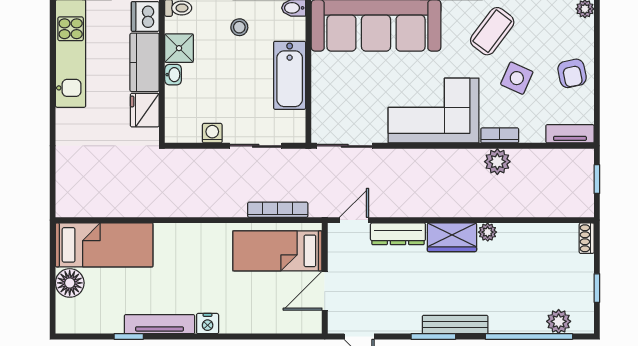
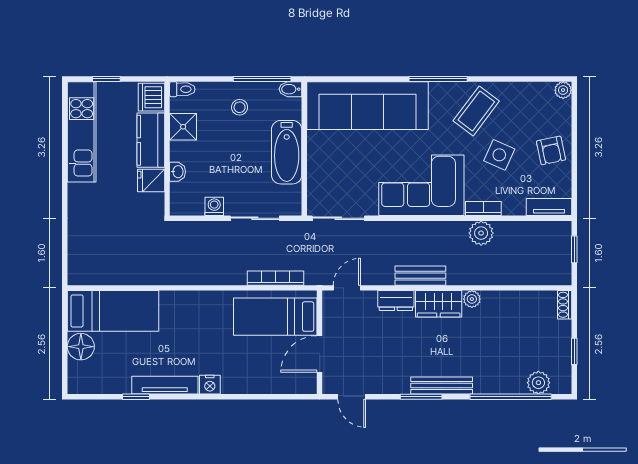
washbasin: (173, 75) -> (178, 172), moved
fridge: (145, 110) -> (151, 181), width x0.72
bench: (433, 207) -> (420, 276), added
dresser: (398, 234) -> (396, 301), width x0.70

